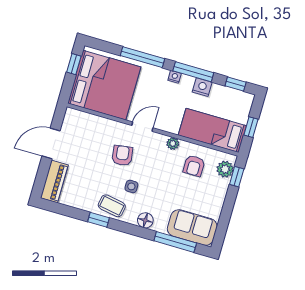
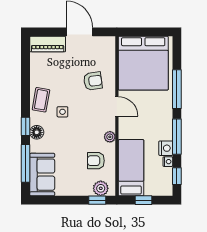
window: (74, 64) -> (154, 32), removed
nightstand: (175, 77) -> (168, 162), moved
armchair: (122, 155) -> (93, 81), moved
window: (98, 220) -> (26, 126), moved

